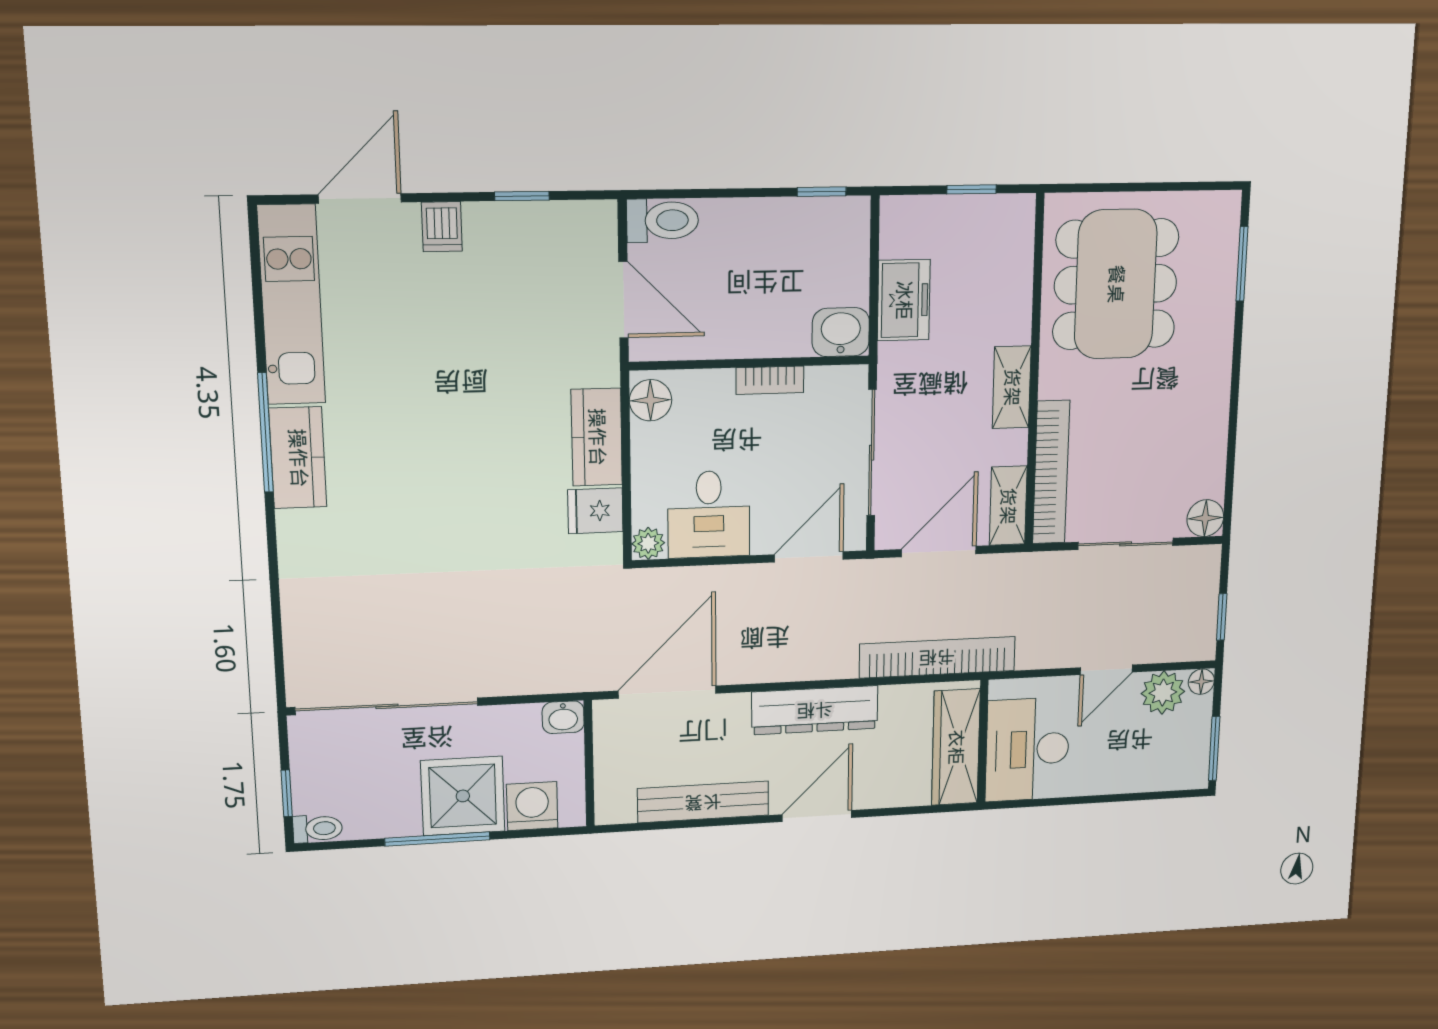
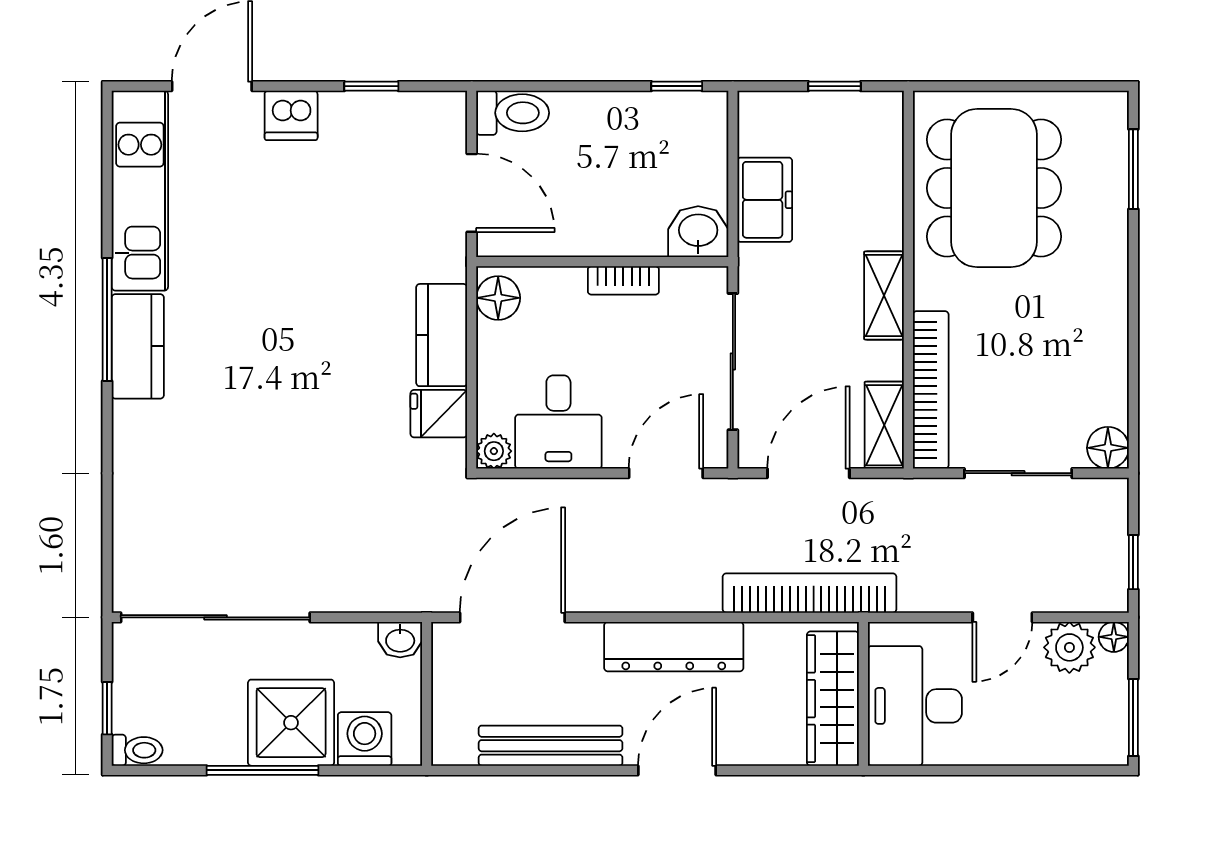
dishwasher: (442, 227) -> (291, 115), width x1.38

